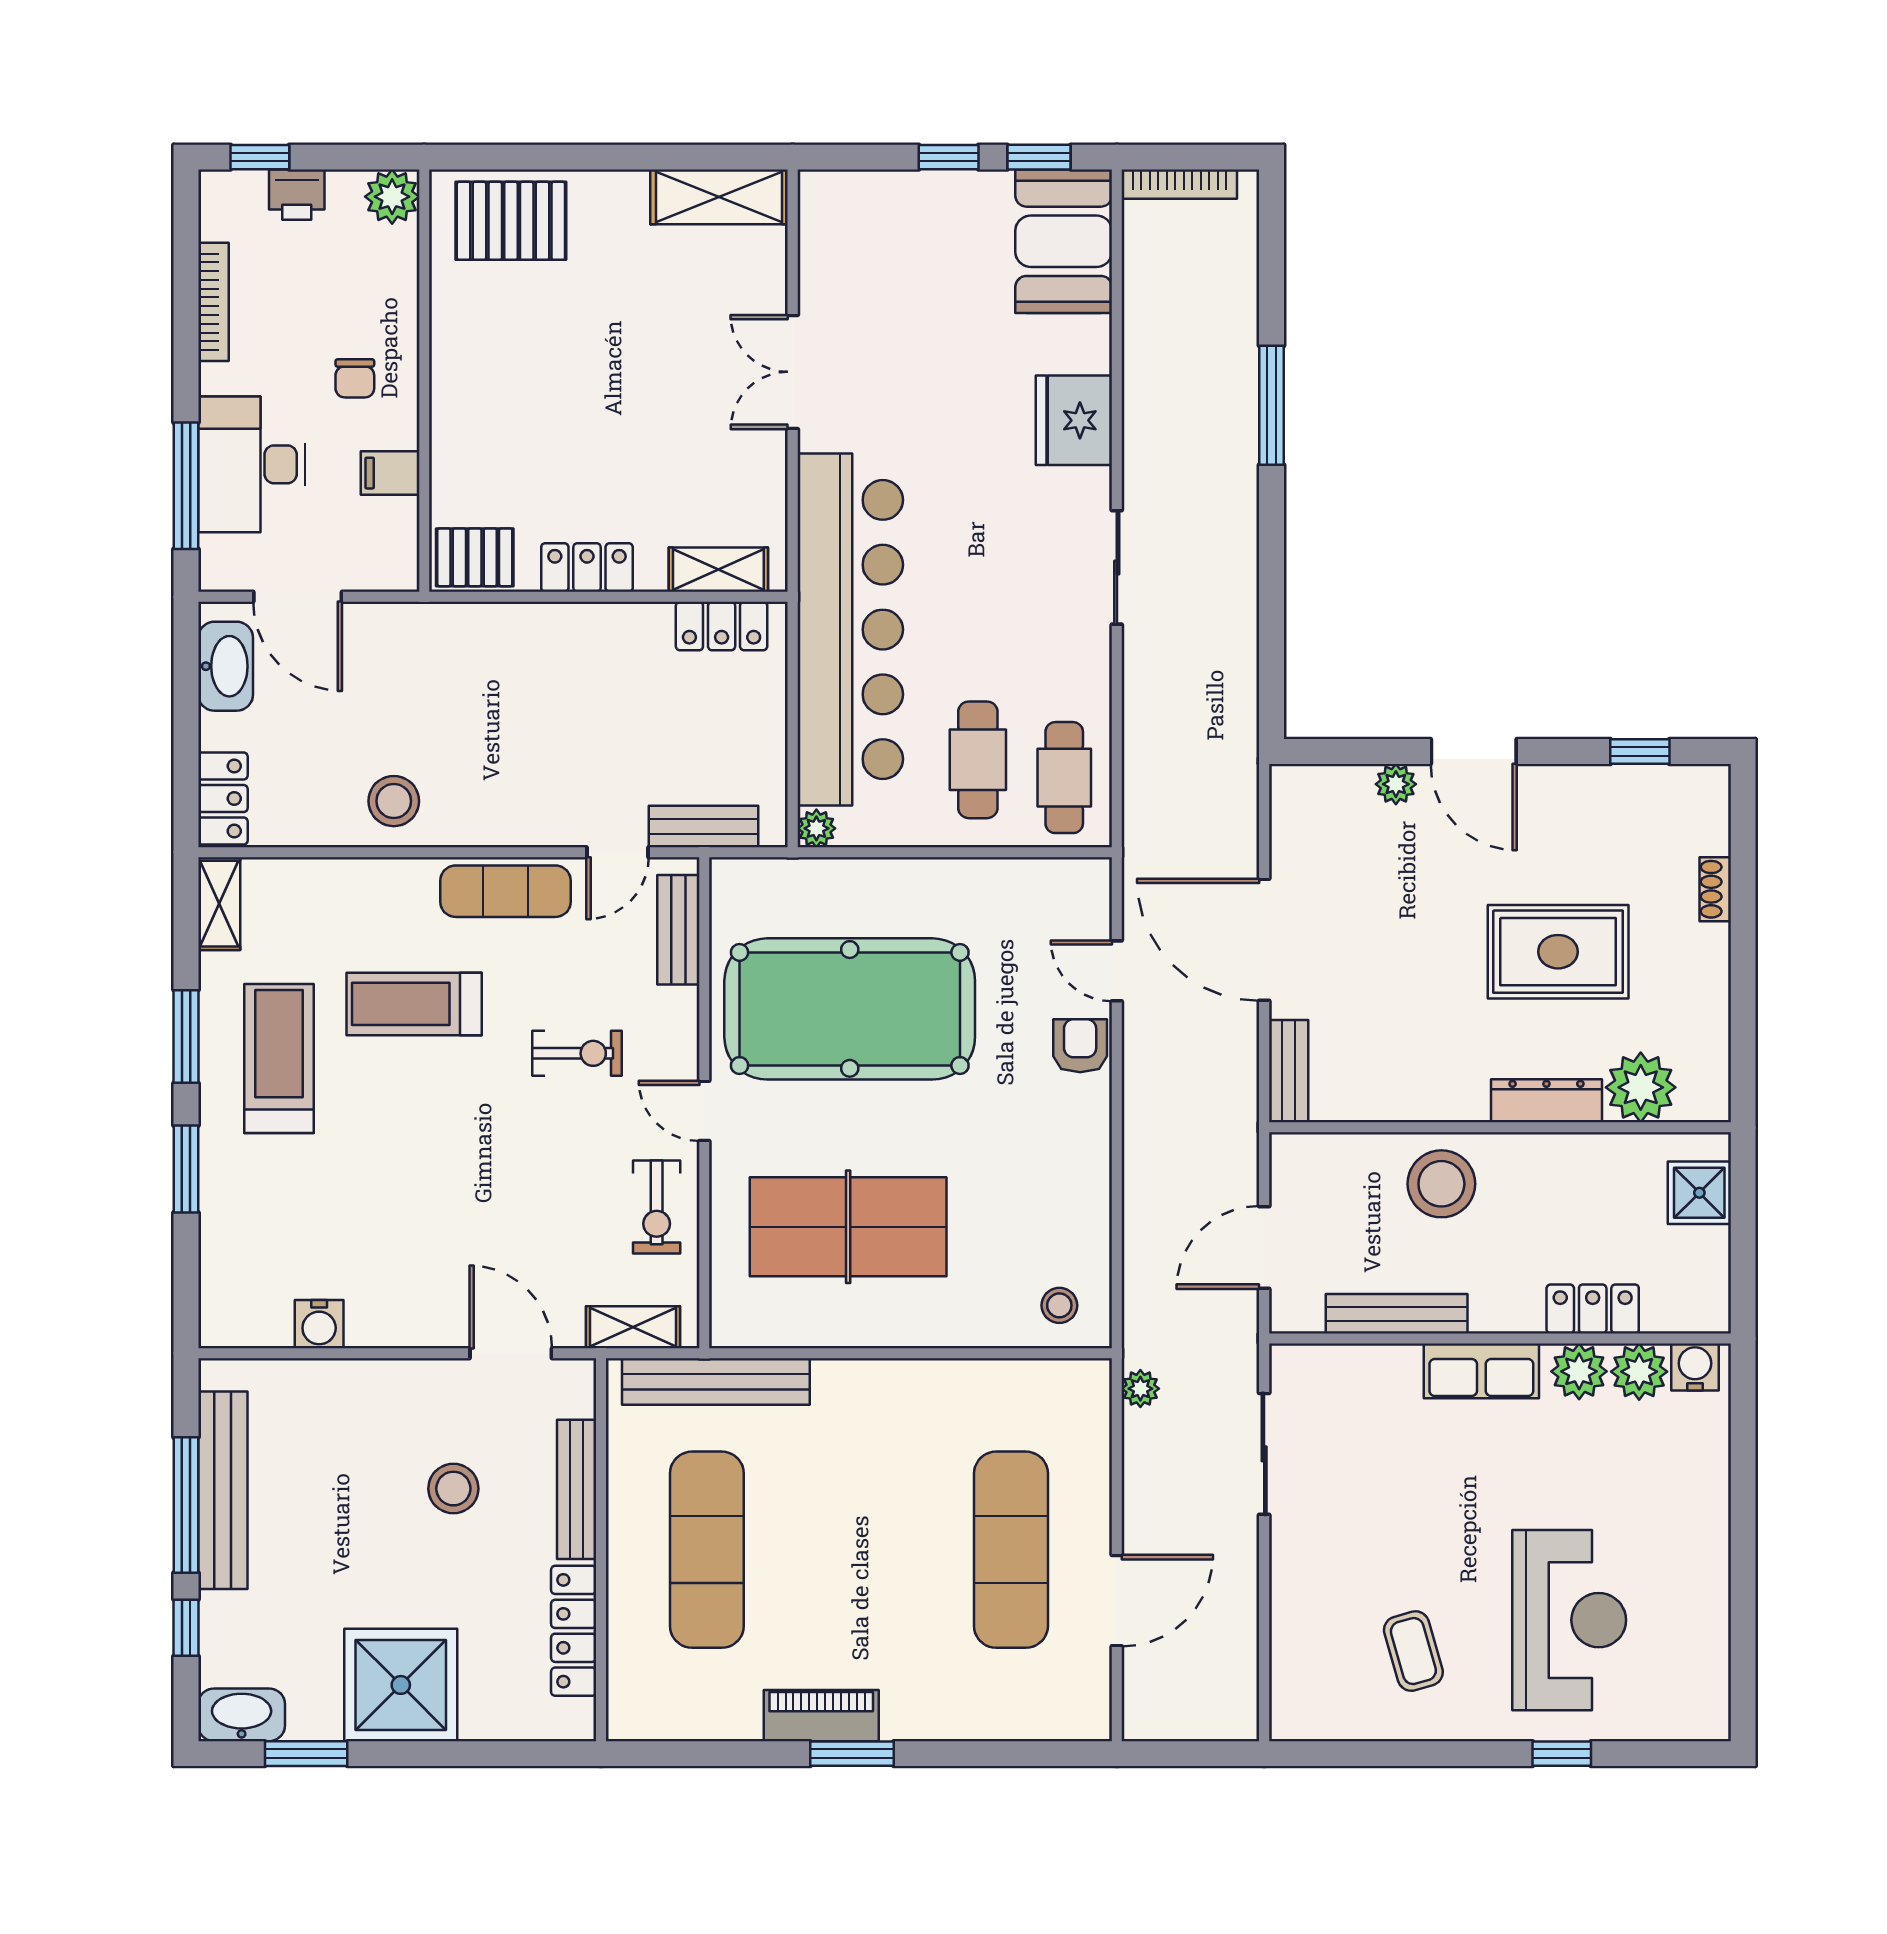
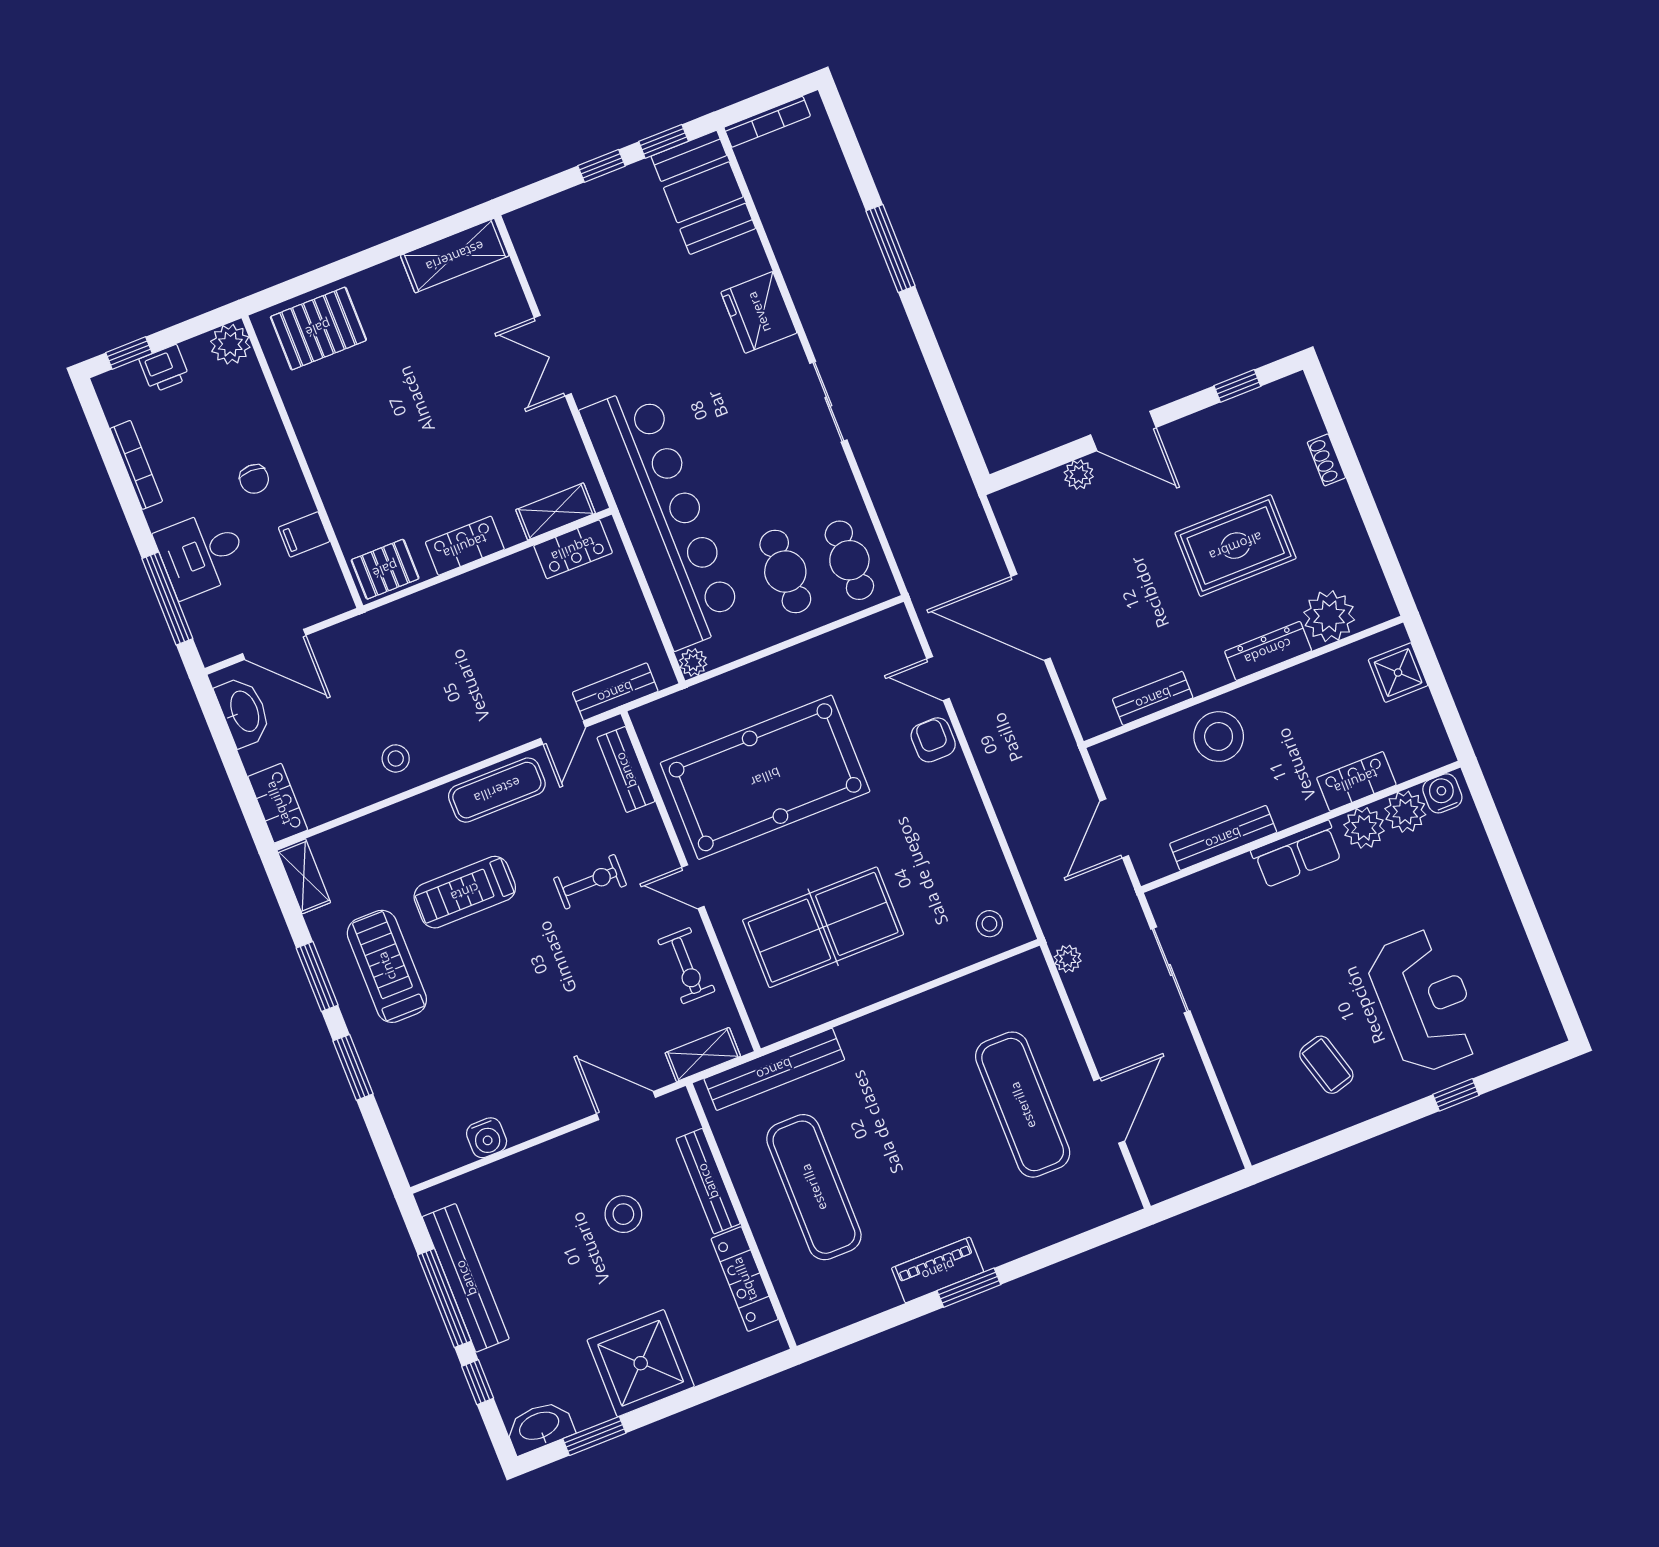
desk: (252, 464) -> (202, 553), width x0.73
stool: (394, 801) -> (396, 758), width x0.73, depth x0.73
bench: (1289, 1071) -> (1153, 698), moved, turned 90

